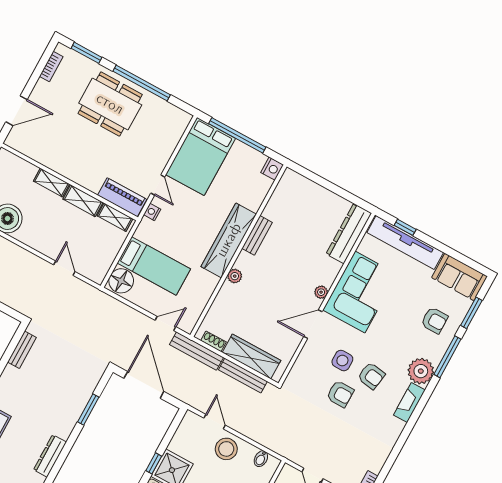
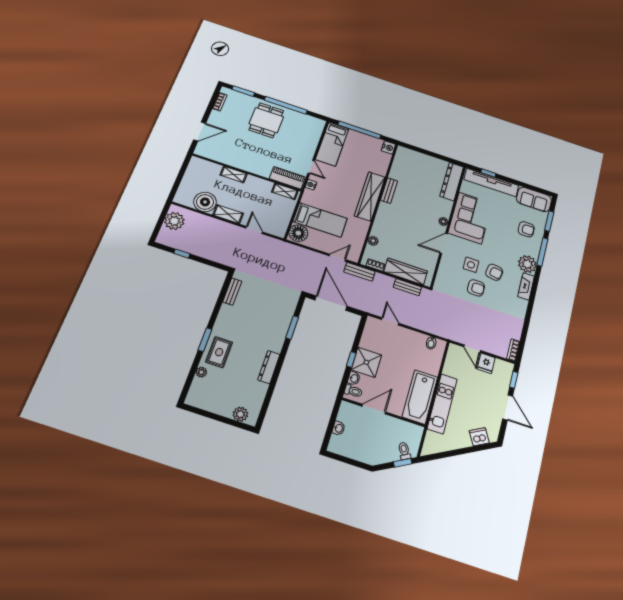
dining table: (110, 104) -> (266, 120), width x0.73
bed: (201, 156) -> (332, 144), width x0.67
shelving: (83, 201) -> (228, 214), moved
plant: (235, 276) -> (373, 241), moved
bench: (196, 351) -> (359, 272), width x0.73
bench: (243, 376) -> (407, 287), width x0.73
stool: (226, 449) -> (404, 340), removed

